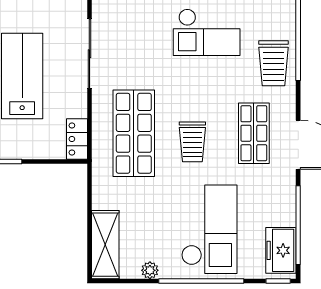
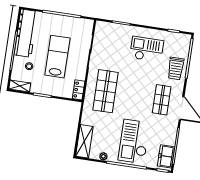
checkout: (207, 32) -> (147, 49), turned 180
trolley: (192, 142) -> (132, 99), removed
checkout: (209, 229) -> (134, 141), turned 180

